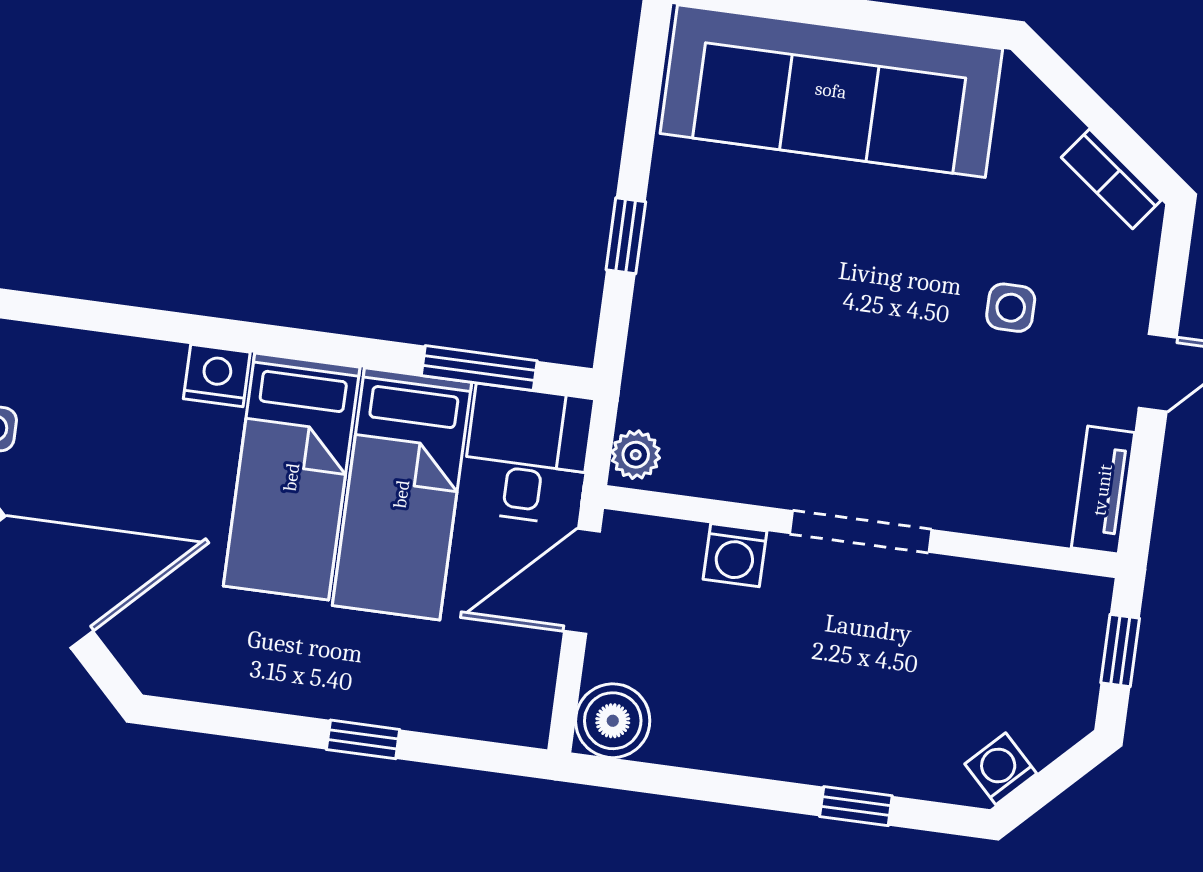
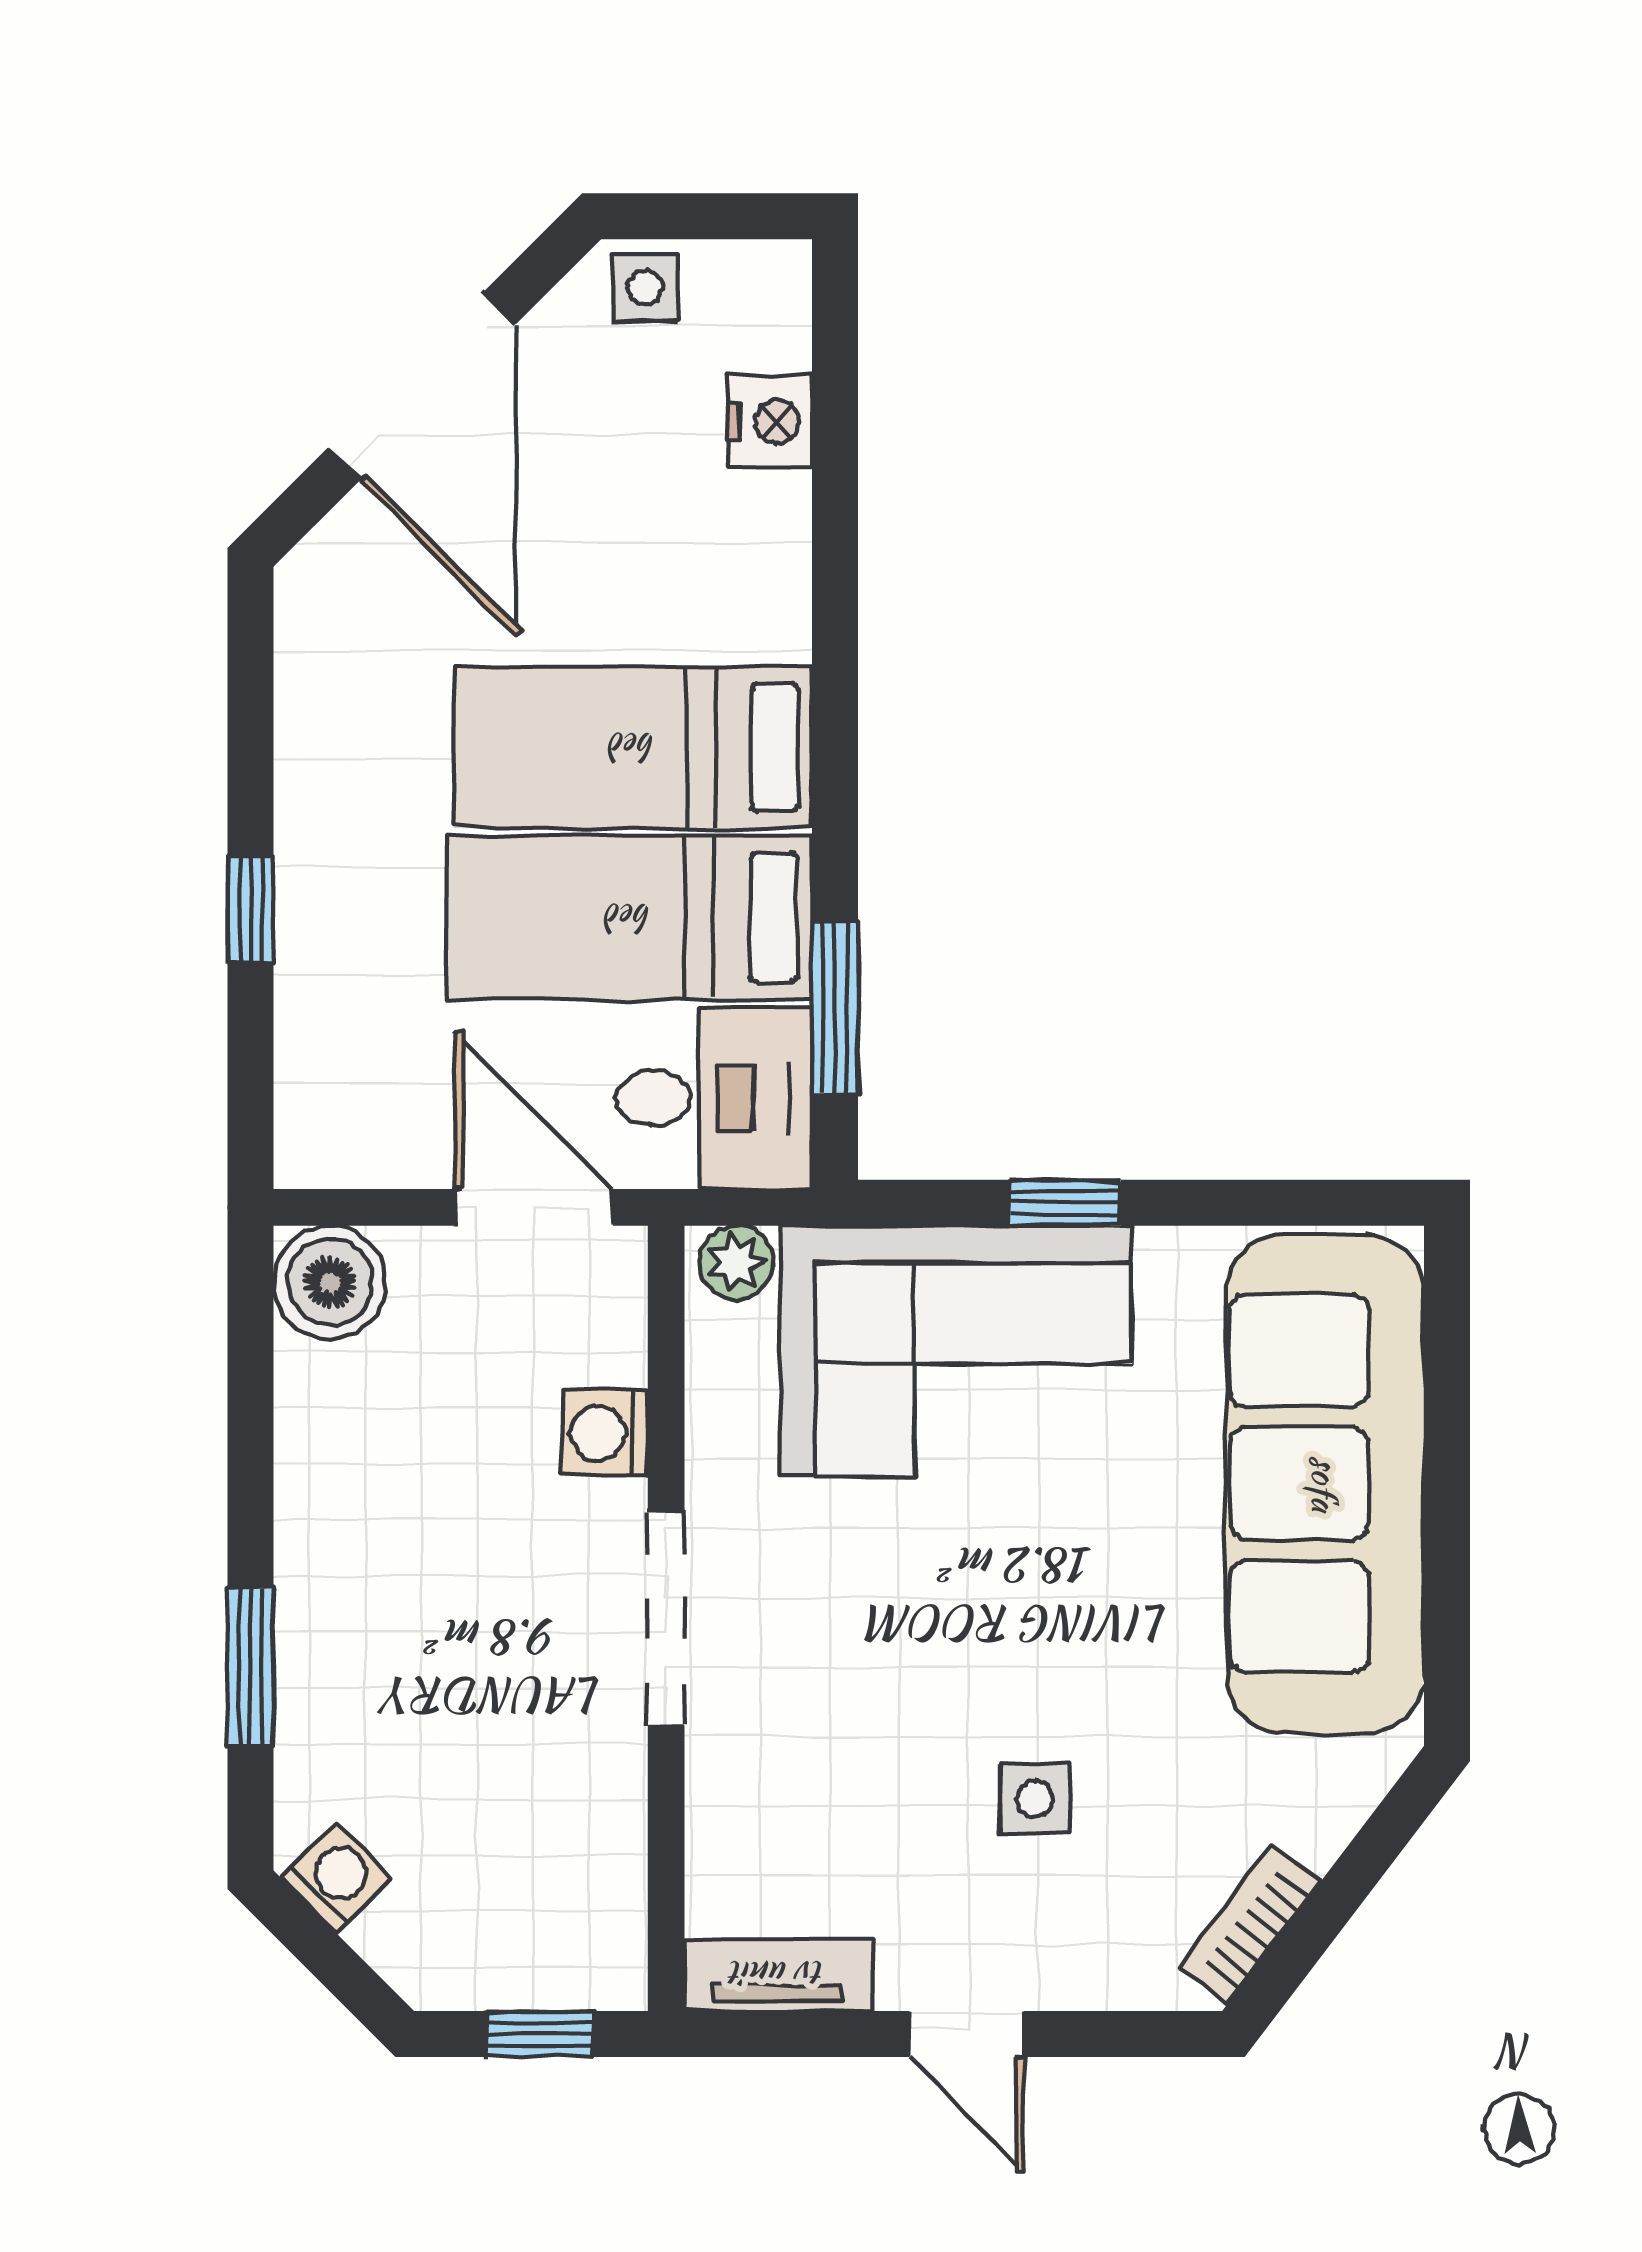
corner sofa: (713, 319) -> (956, 1351), added
nightstand: (217, 376) -> (770, 422), moved
window: (856, 806) -> (250, 1667), width x1.50

